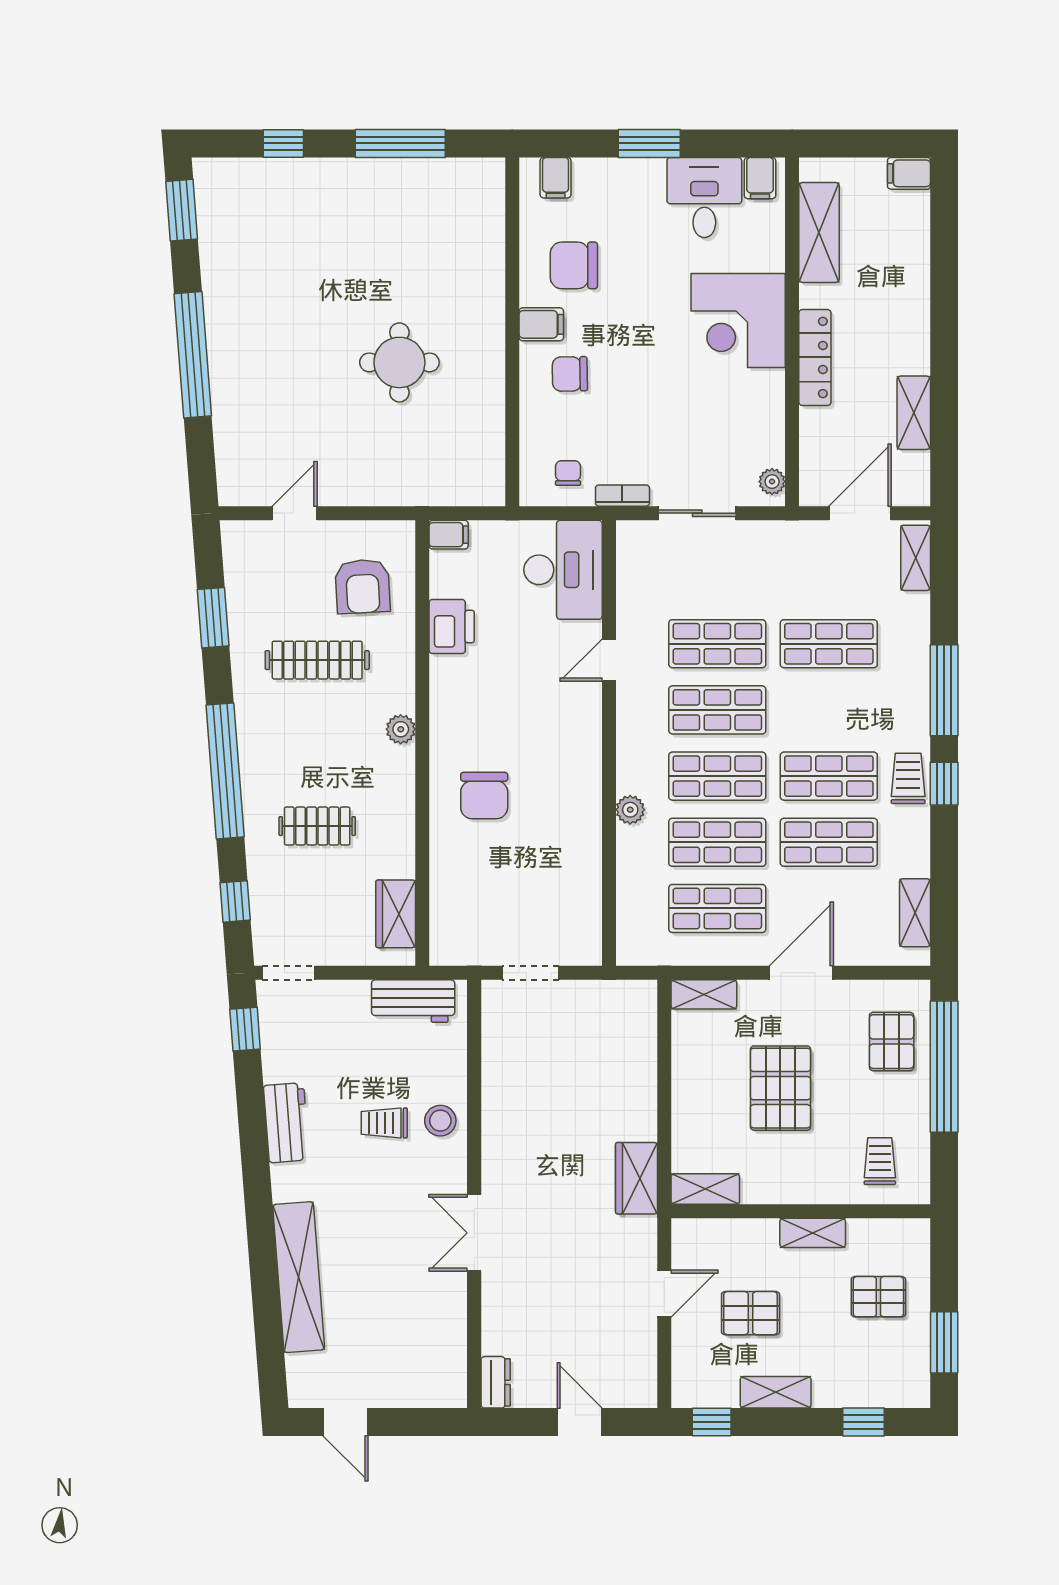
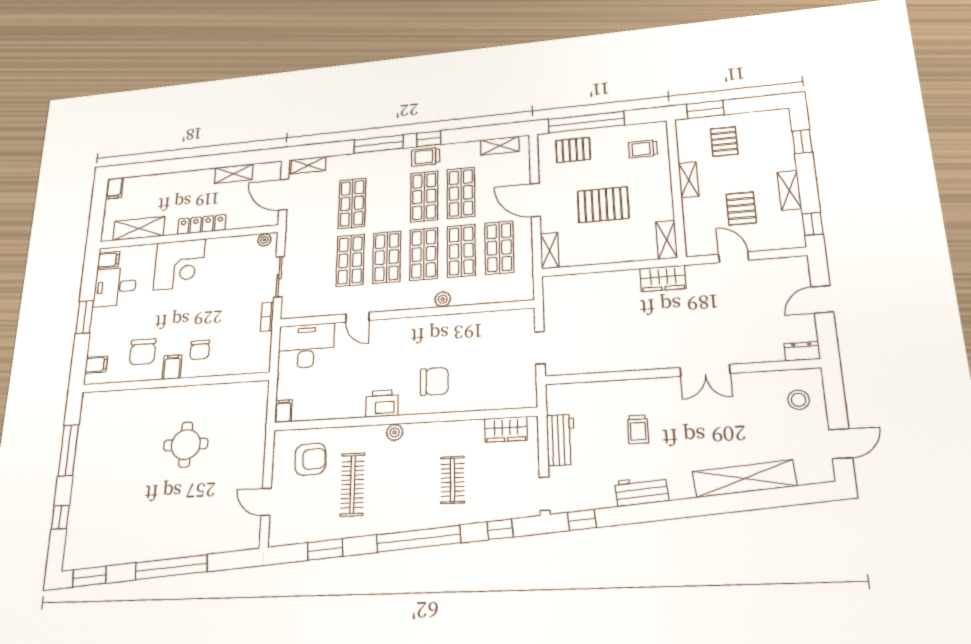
chair: (568, 473) -> (253, 347), removed
printer: (452, 627) -> (382, 403), moved
workbench: (413, 1001) -> (561, 440), moved
stool: (440, 1121) -> (799, 400), moved
window: (944, 1342) -> (705, 110), moved

